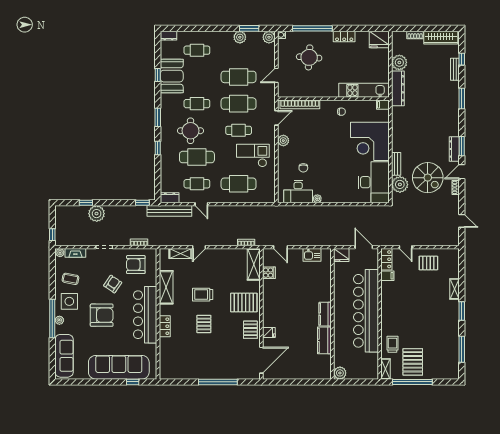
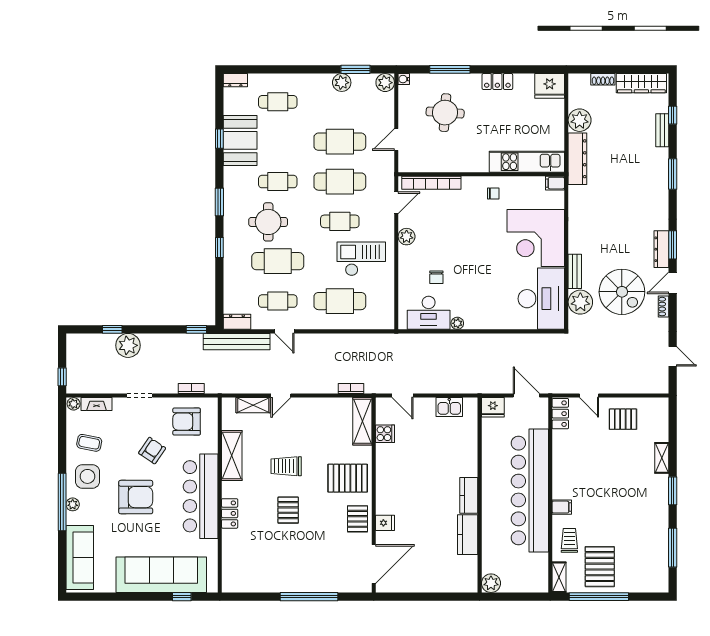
window: (312, 28) -> (450, 69), width x0.68
filing cabinet: (387, 276) -> (562, 507), moved

